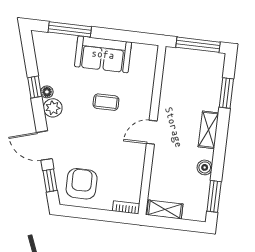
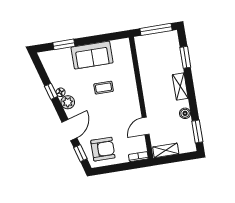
window: (70, 29) -> (64, 44), width x0.69
door: (152, 132) -> (146, 126), moved
door: (44, 146) -> (69, 130), swing flipped
armchair: (82, 184) -> (103, 149), turned 90

